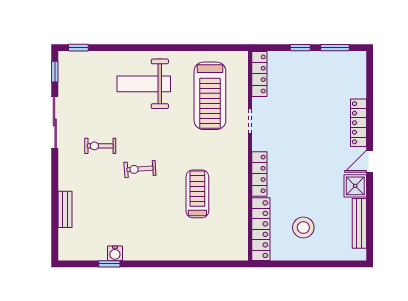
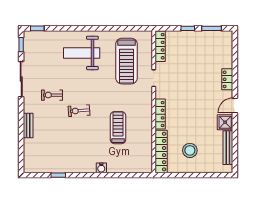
locker: (358, 123) -> (227, 79), width x0.66
bench: (65, 209) -> (28, 125), moved
water cooler: (115, 253) -> (101, 168), moved

